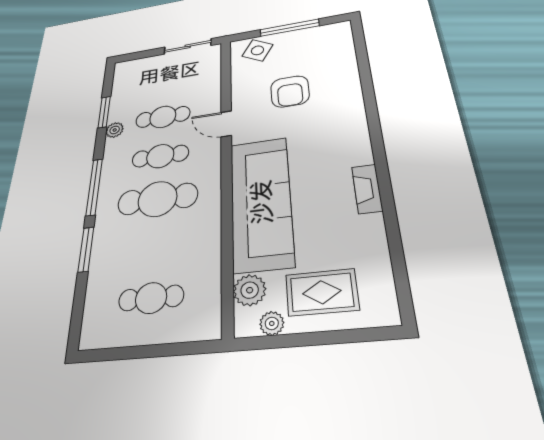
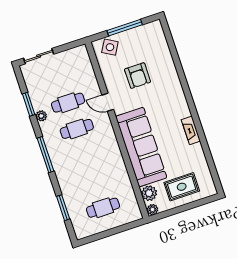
sliding door: (188, 46) -> (39, 56), moved
cafe table: (157, 199) -> (86, 155), removed
window: (86, 249) -> (63, 208), moved
plant: (272, 323) -> (152, 210), moved

